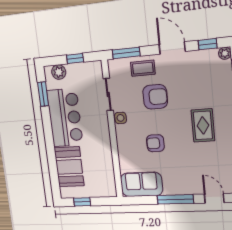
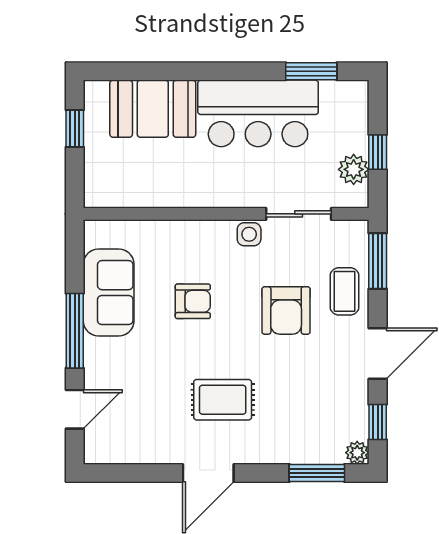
plant: (59, 72) -> (354, 169), moved
armchair: (155, 143) -> (193, 301), turned 90
sofa: (141, 184) -> (109, 293), moved

